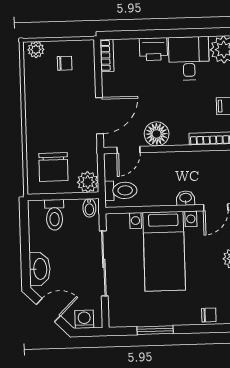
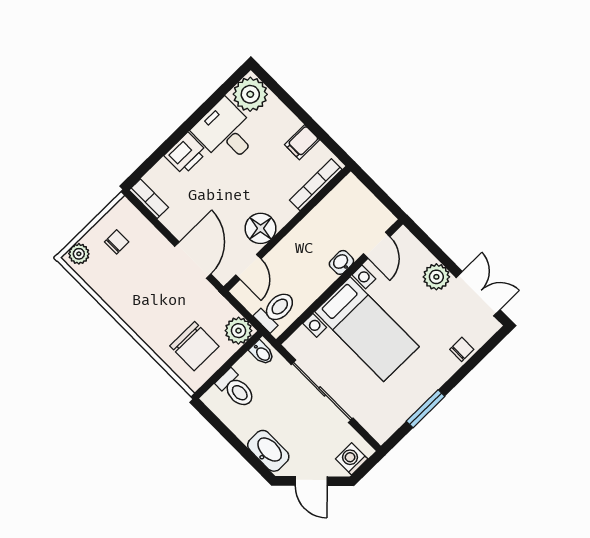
door: (48, 310) -> (311, 481), swing flipped

